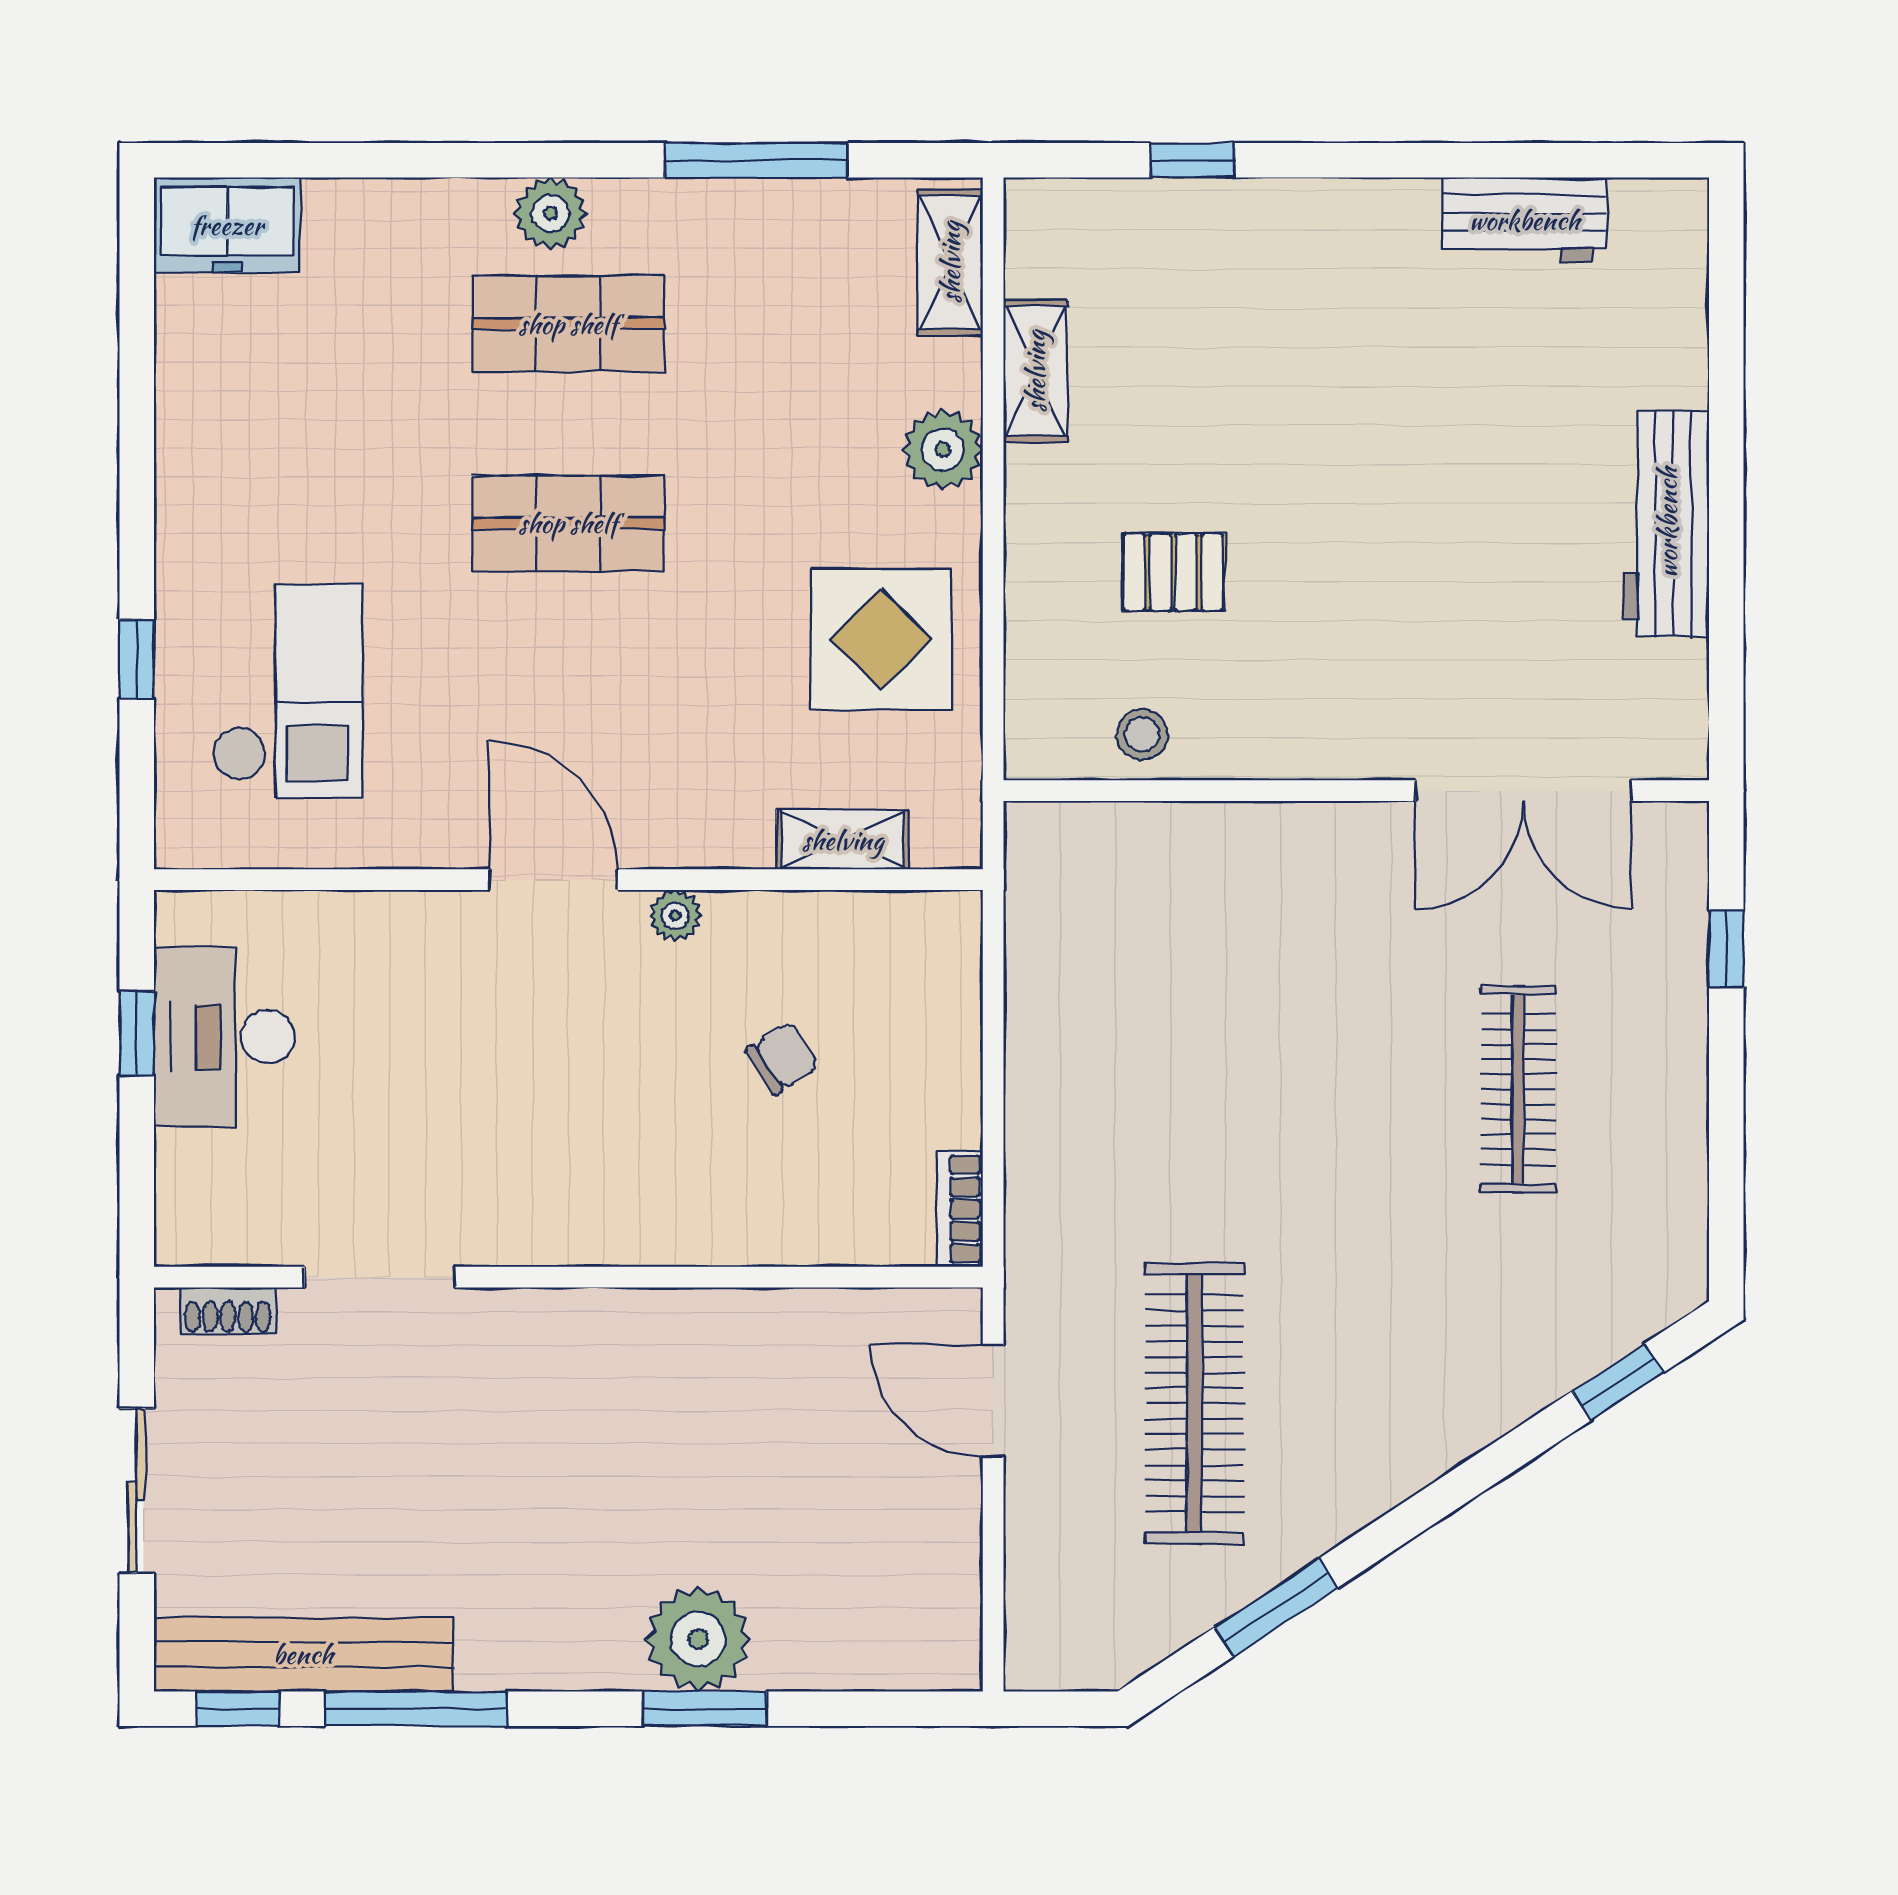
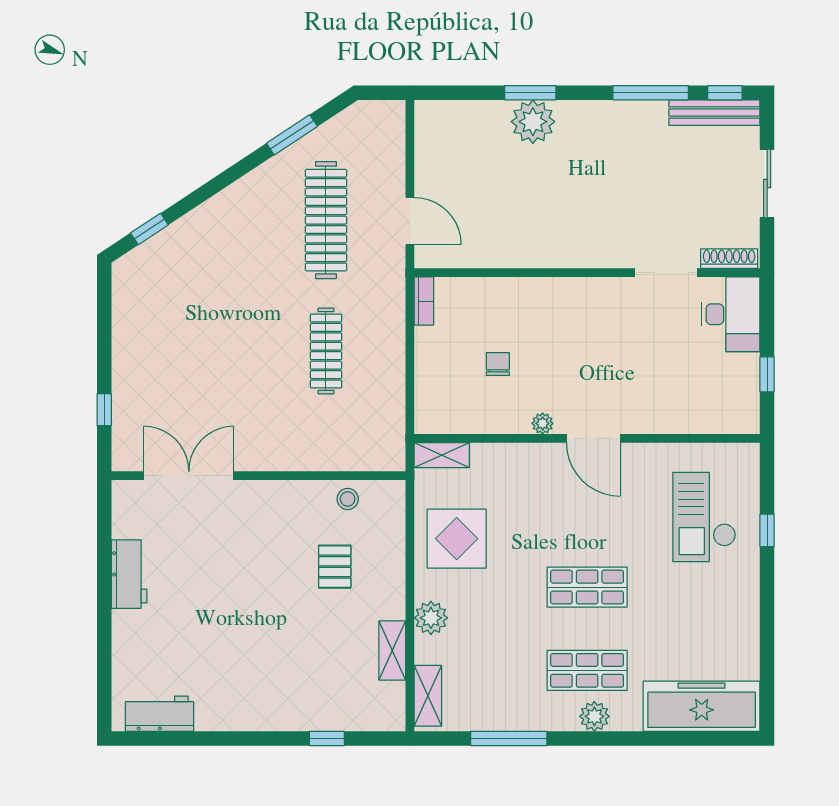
workbench: (1524, 220) -> (160, 714), moved
freezer: (227, 225) -> (702, 706), width x1.91, depth x1.26
workbench: (1667, 523) -> (129, 574), width x0.73
pallet: (1173, 572) -> (335, 567), turned 90
shelving: (843, 840) -> (442, 455), moved
desk: (224, 1037) -> (731, 314), moved
chair: (782, 1058) -> (498, 364), turned 123
clothes rail: (1518, 1089) -> (326, 351), moved
shoe rack: (228, 1311) -> (729, 259), width x1.43
bench: (303, 1654) -> (714, 113), width x0.73, depth x0.82

